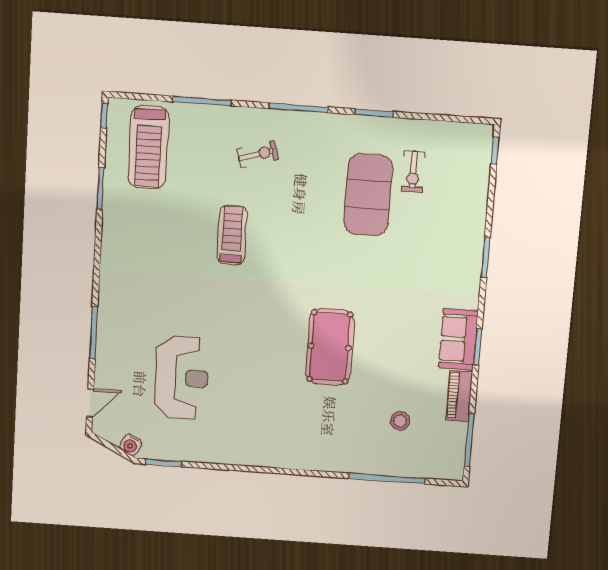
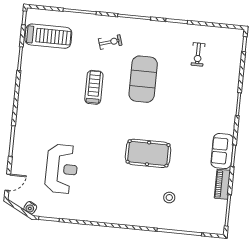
treadmill: (148, 147) -> (48, 36), turned -90
exercise mat: (368, 195) -> (143, 79), moved
pool table: (330, 347) -> (148, 153), turned 90
stool: (400, 421) -> (169, 198), moved

